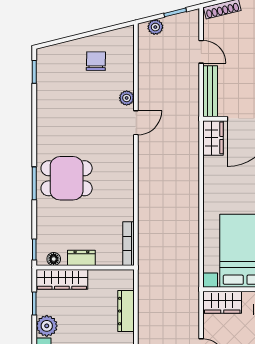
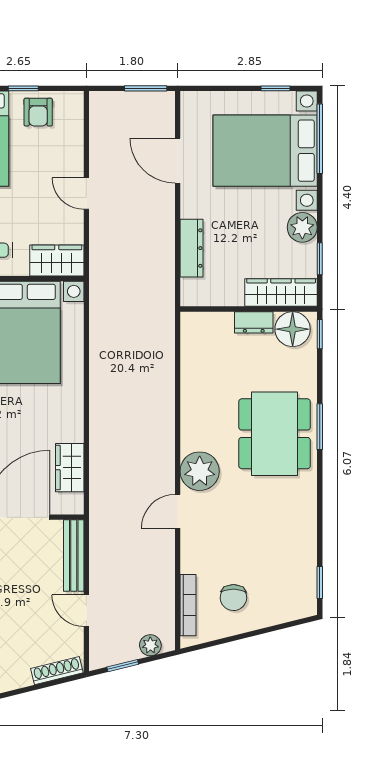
plant: (127, 98) -> (200, 471), moved, width x1.88, depth x1.88
wardrobe: (213, 138) -> (70, 468), moved
dining table: (67, 178) -> (275, 434), width x1.38
bookcase: (128, 244) -> (188, 605), moved
floor lamp: (54, 259) -> (293, 329), width x1.89, depth x1.89

